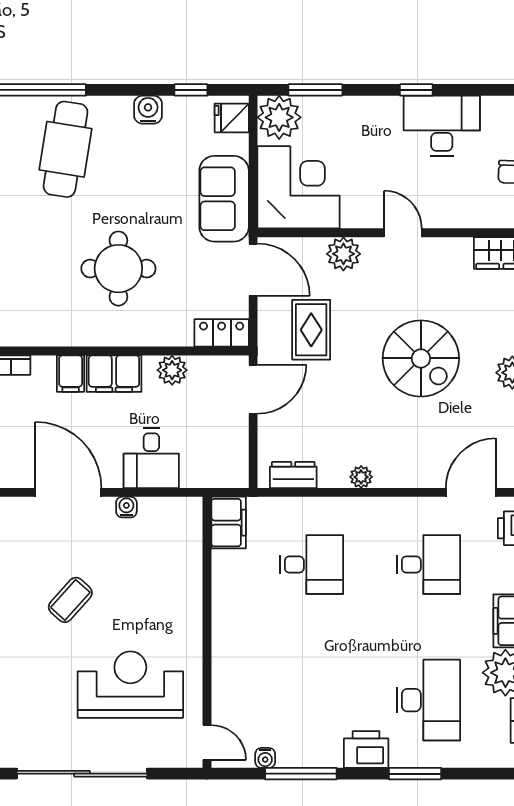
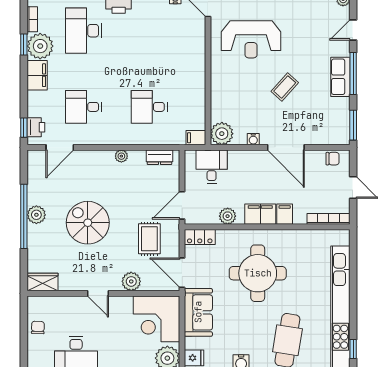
round table: (118, 269) -> (258, 273), width x1.36, depth x1.36
desk: (151, 458) -> (212, 167), moved
plant: (182, 517) -> (222, 134), added
filing cabinet: (229, 523) -> (196, 138), width x0.50

